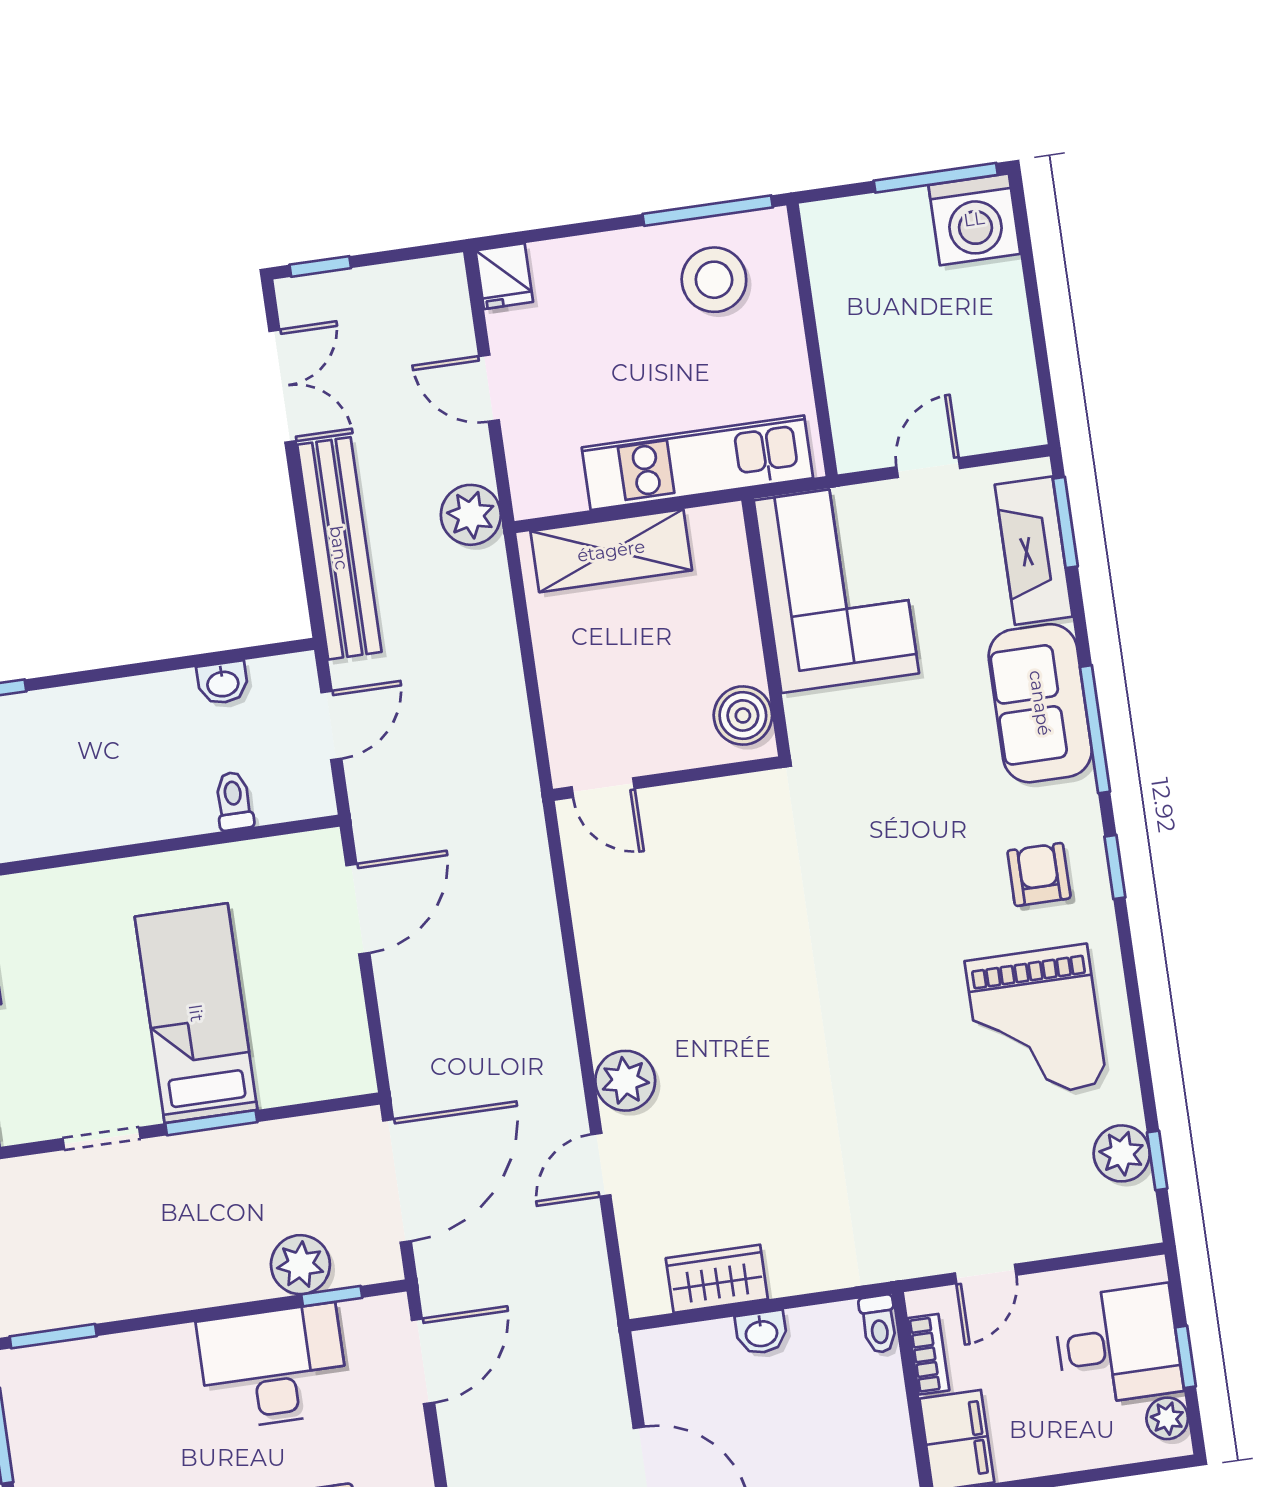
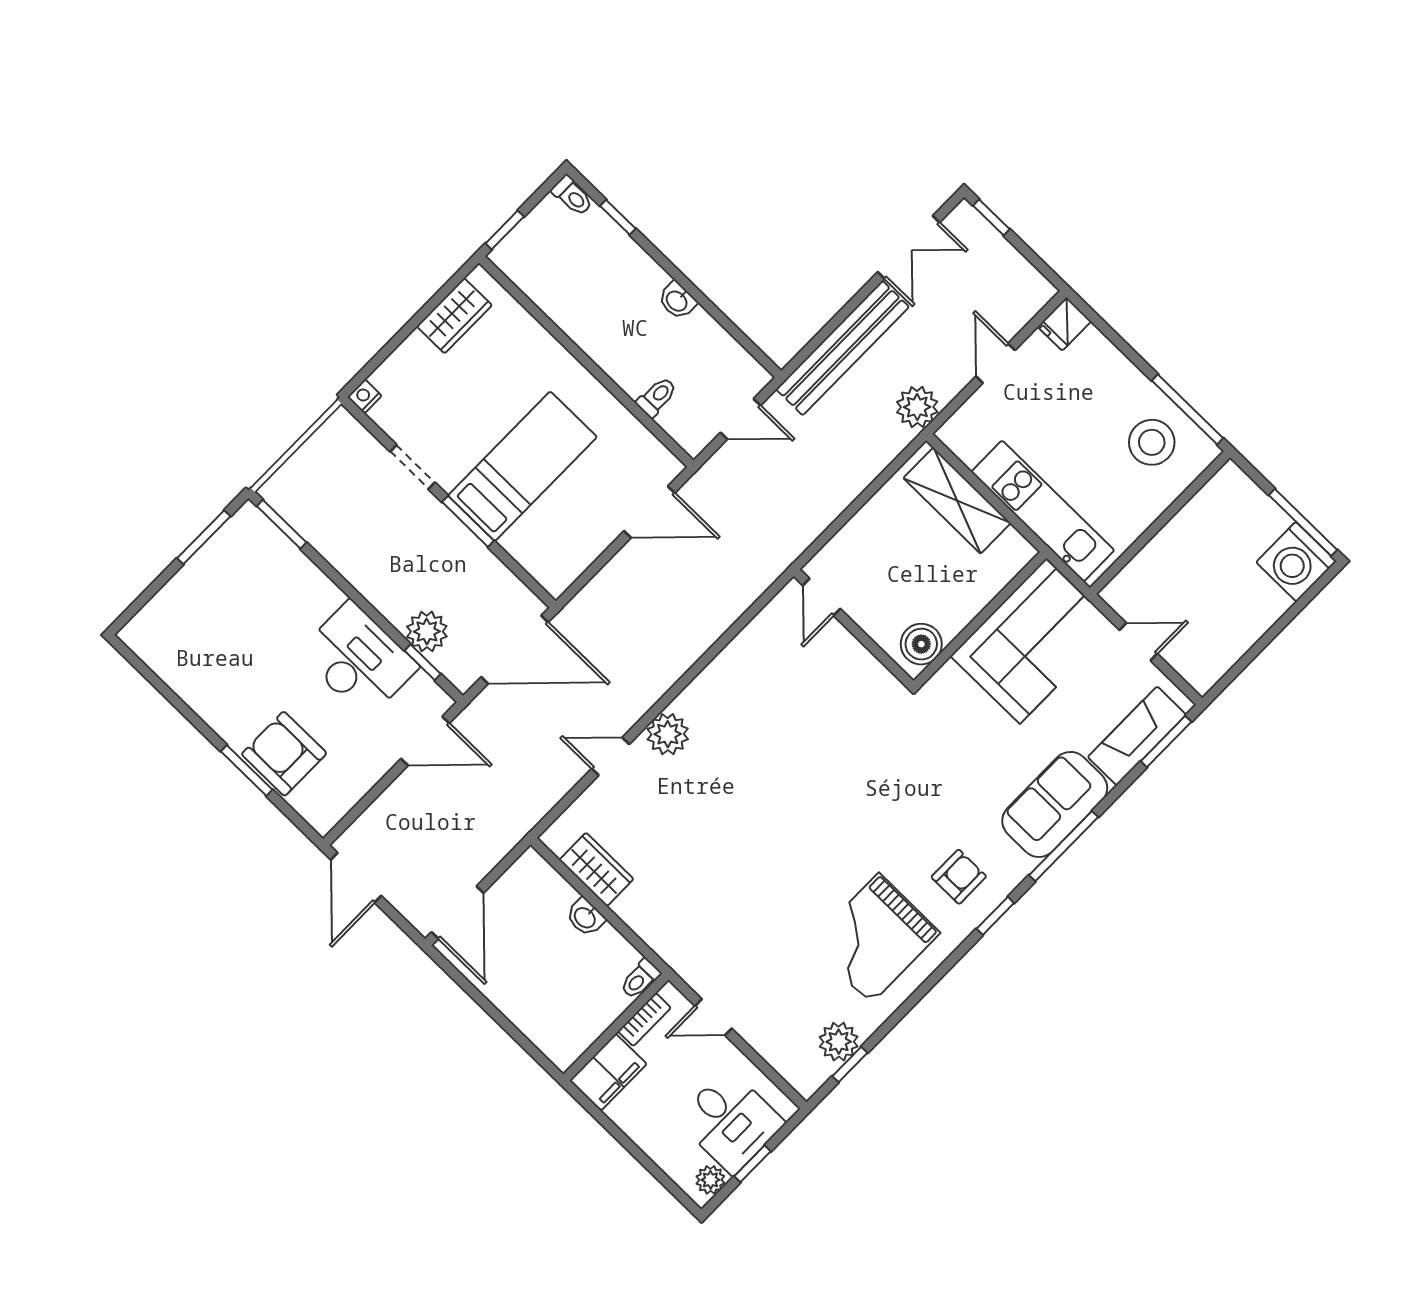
washbasin: (223, 683) -> (677, 301), moved

